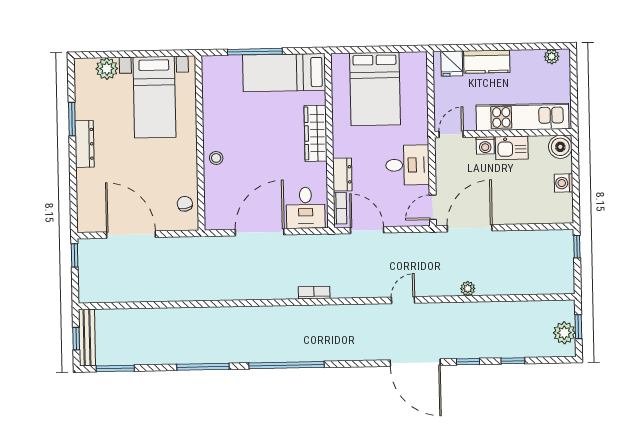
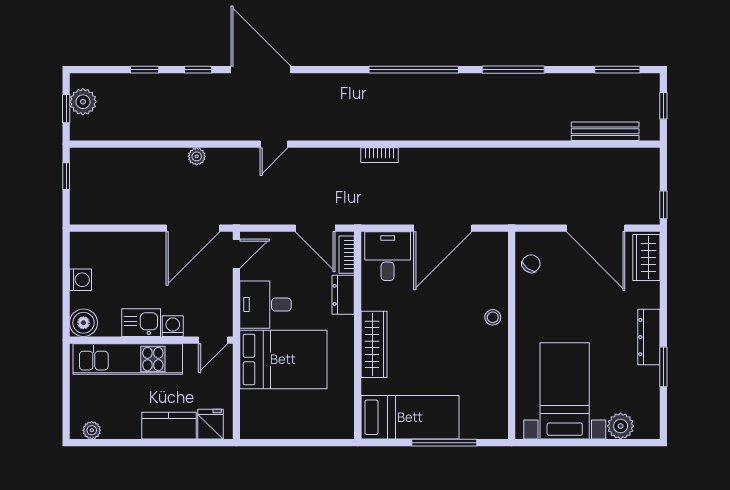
bed: (375, 89) -> (283, 359), moved, turned 90
chair: (185, 204) -> (531, 264), turned -134
wardrobe: (88, 211) -> (646, 257), added
window: (577, 247) -> (66, 176), moved
bench: (87, 338) -> (605, 131), moved, turned 90

